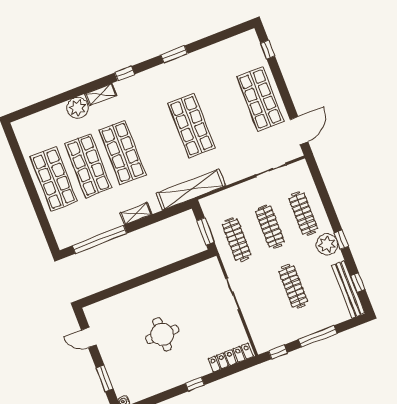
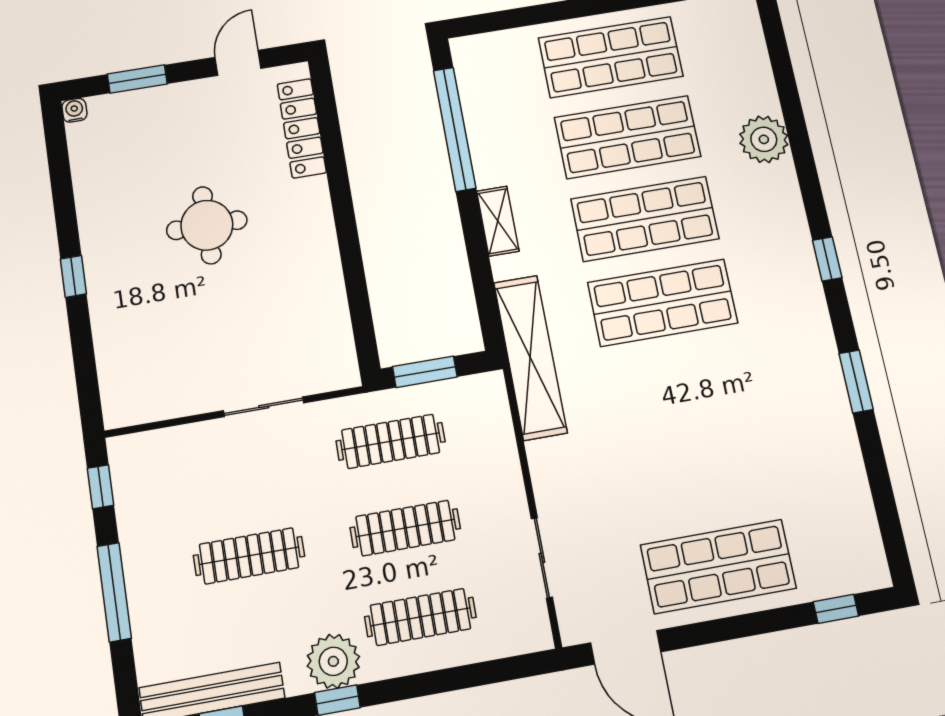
shelving: (101, 95) -> (786, 196), removed
shop shelf: (191, 126) -> (662, 303), moved
locker: (231, 358) -> (302, 128), moved, turned 180

